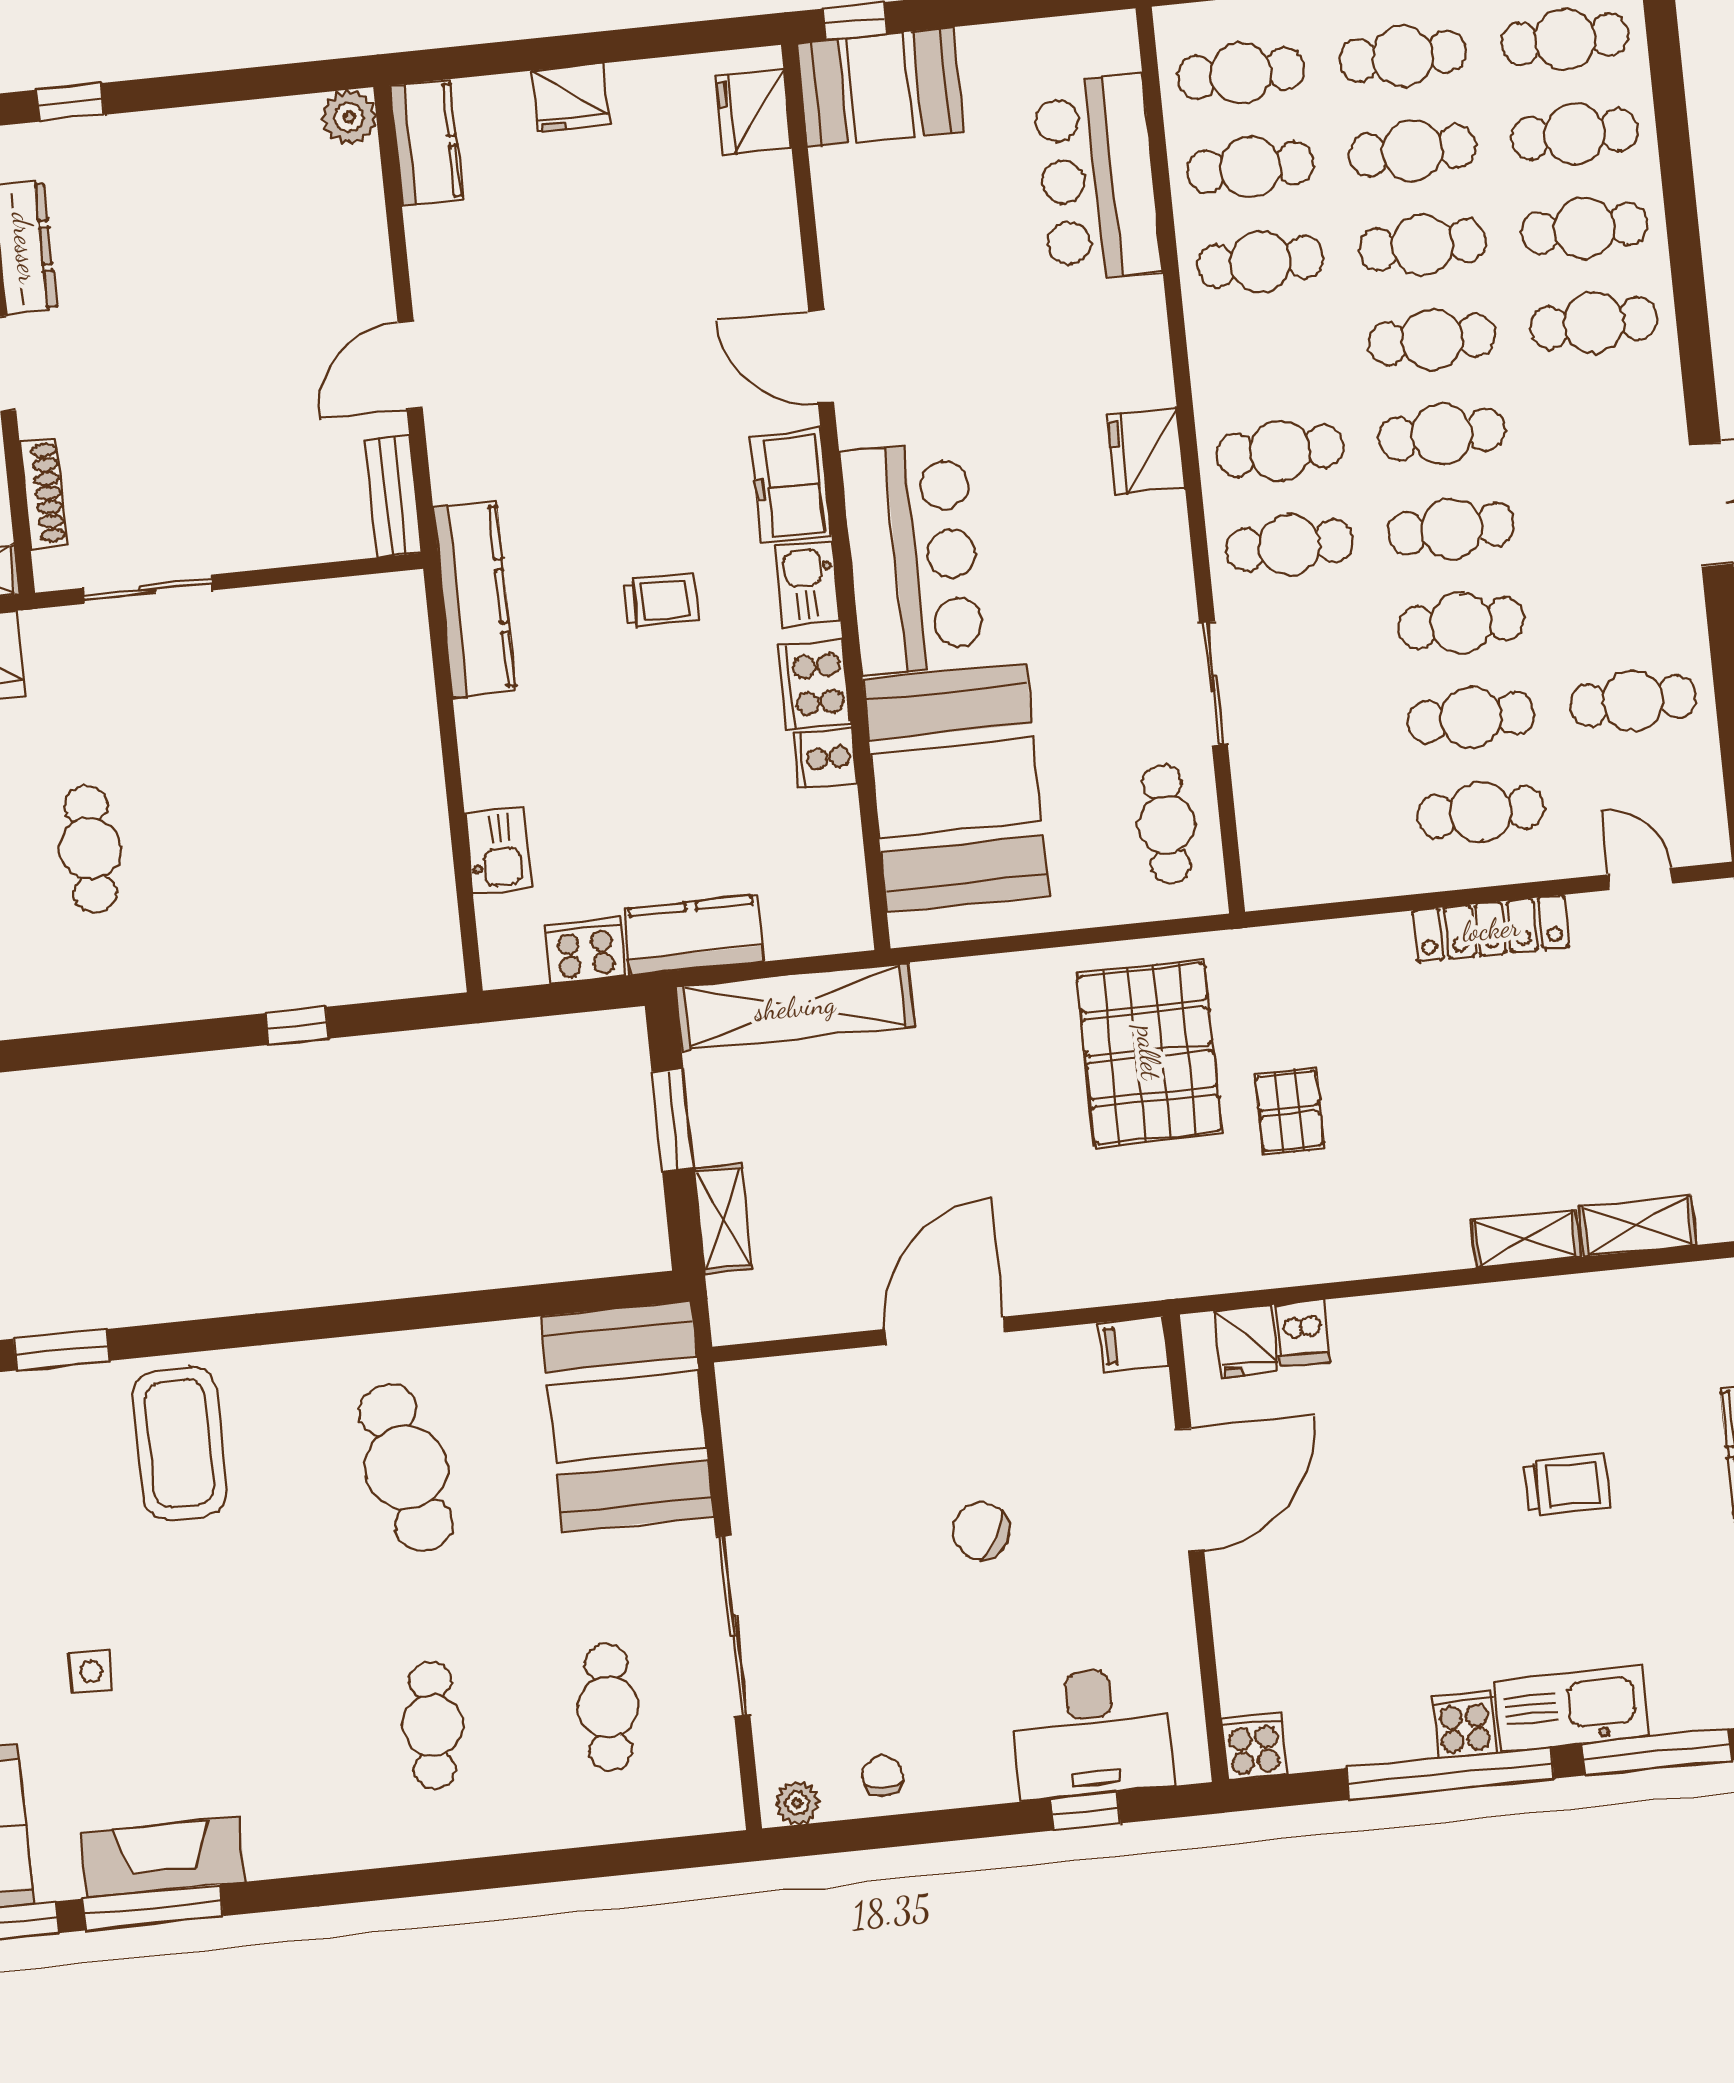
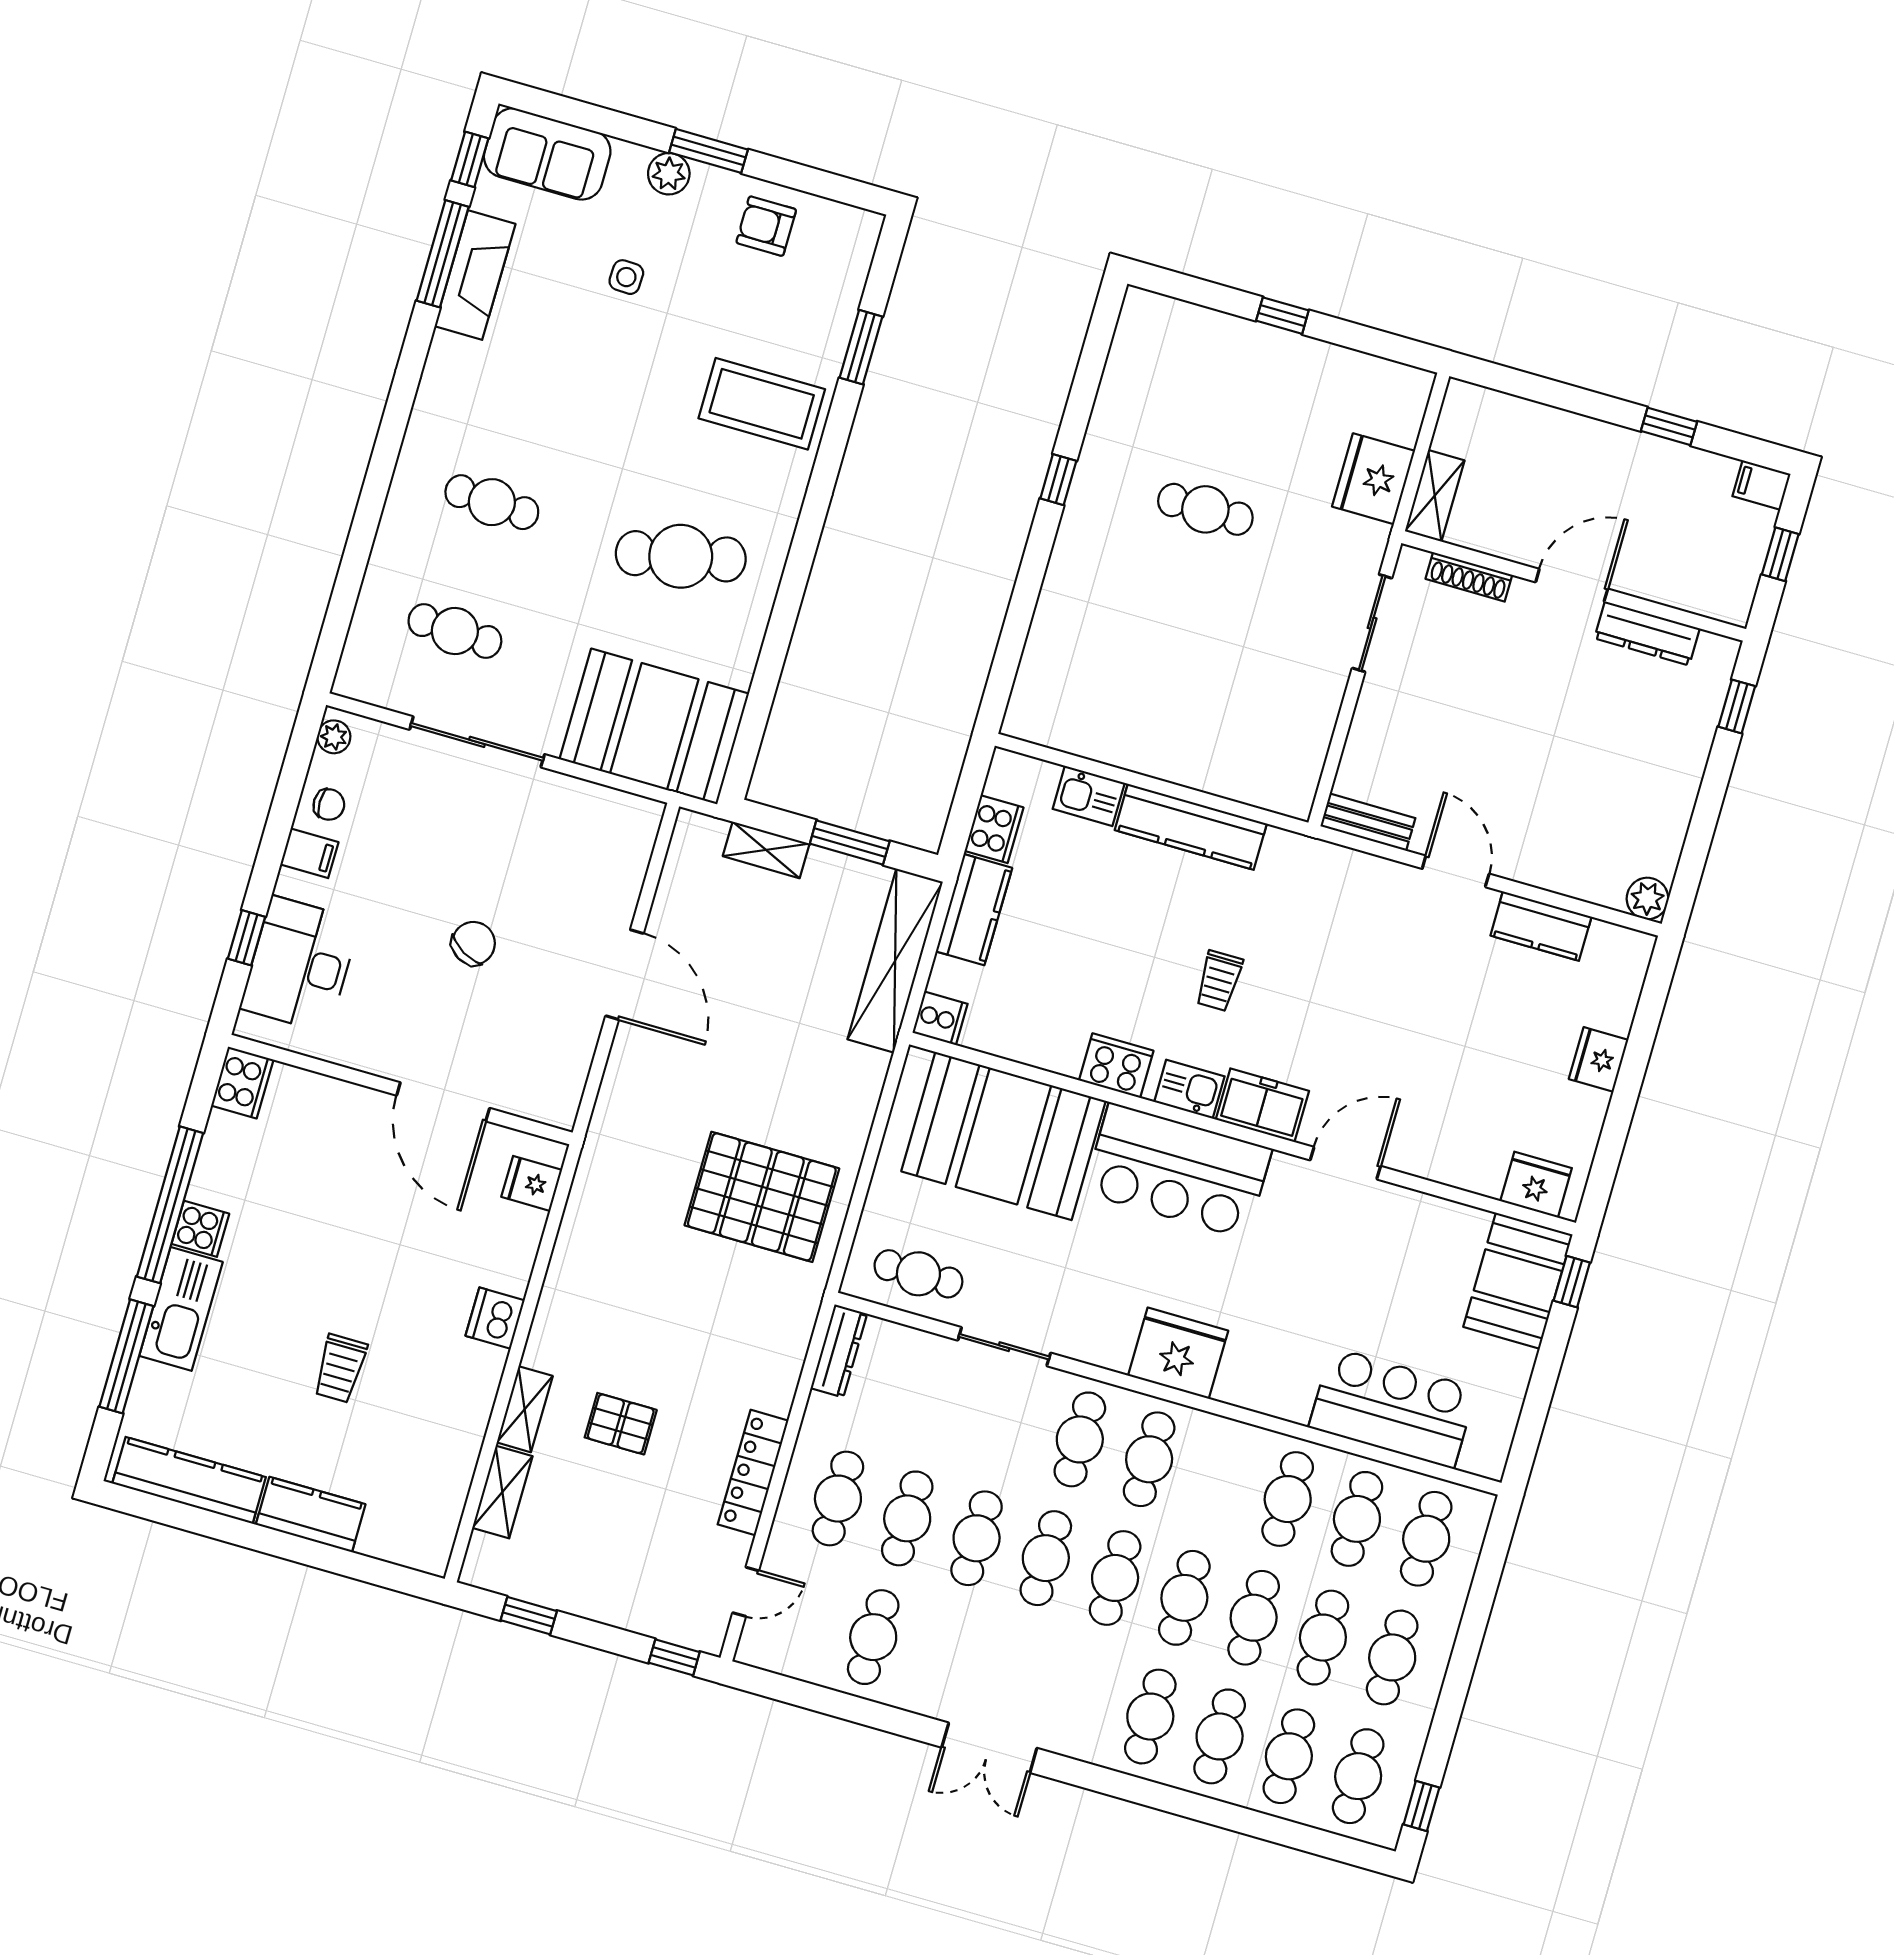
kitchen counter: (426, 143) -> (1541, 926), moved
fridge: (1146, 452) -> (1178, 1353), width x1.36, depth x1.34
kitchen counter: (474, 599) -> (1191, 827), moved
cooker: (825, 758) -> (940, 1018), moved, turned 90
dresser: (1300, 884) -> (839, 1351), added
window: (297, 1026) -> (1058, 480), moved
pallet: (1289, 1111) -> (621, 1424), moved
dishwasher: (1302, 1333) -> (495, 1318), moved, width x1.38
filing cabinet: (1134, 1344) -> (309, 853), moved, turned 90
cooker: (1254, 1746) -> (242, 1083), width x1.36

